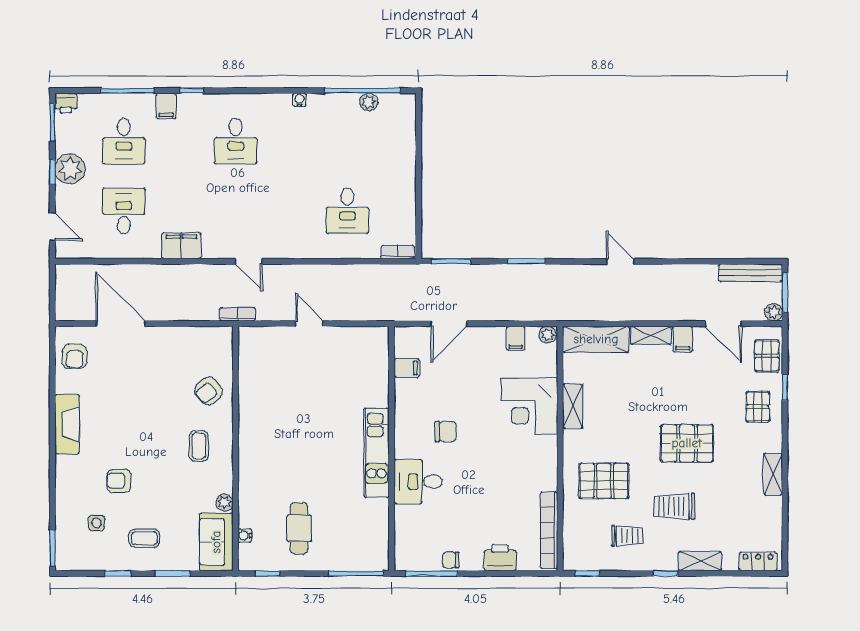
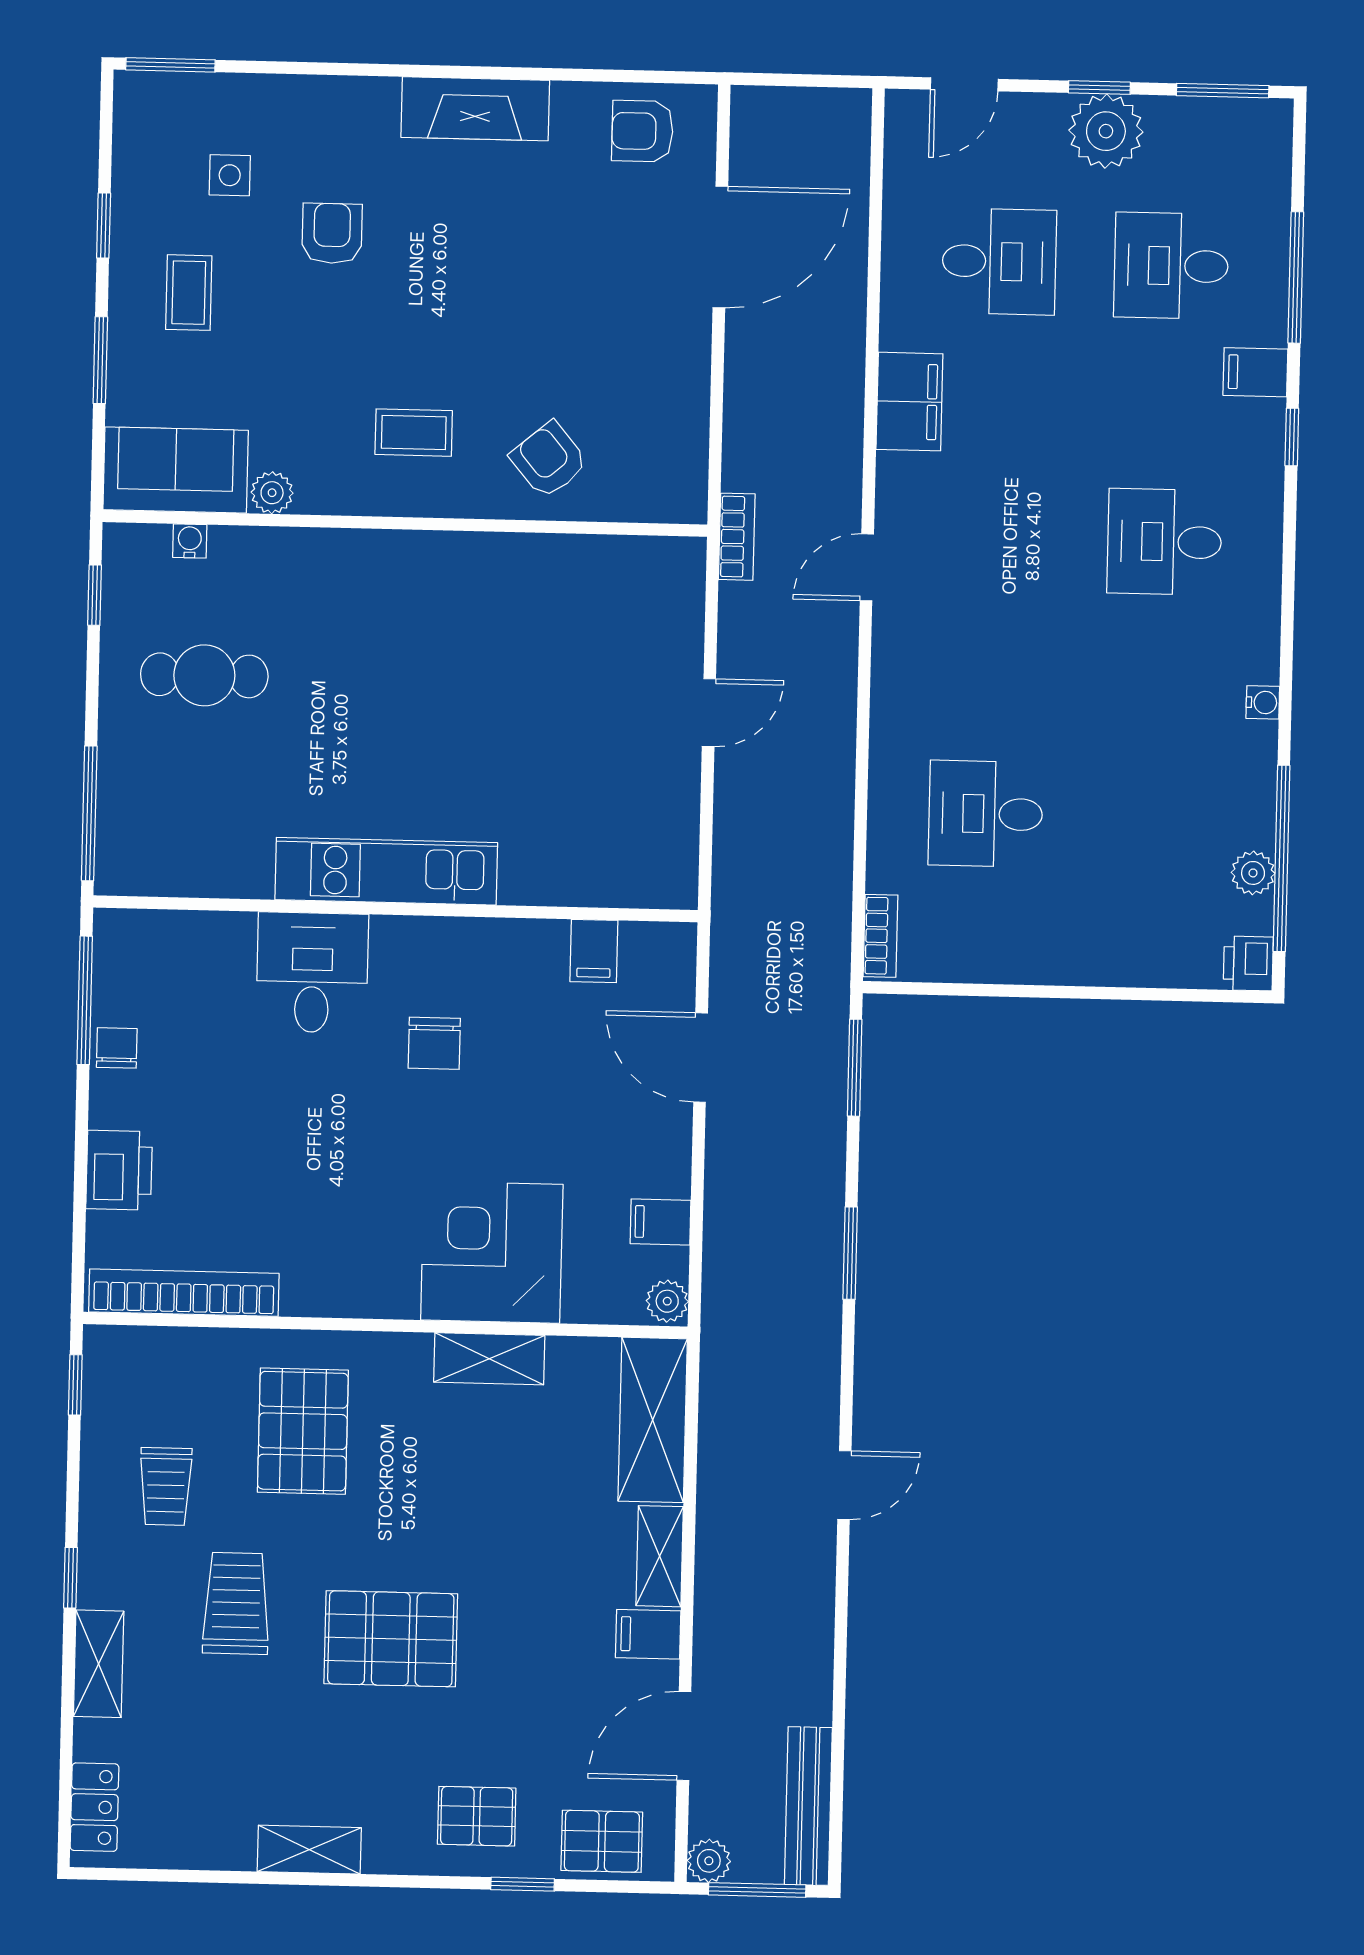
printer: (66, 103) -> (1248, 963), moved
pallet: (687, 443) -> (391, 1639), turned 90

